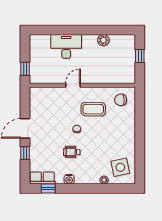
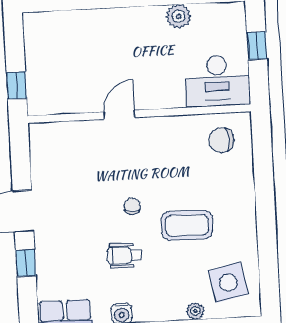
desk: (66, 46) -> (217, 81), moved, turned 180
coffee table: (93, 109) -> (187, 225), moved

